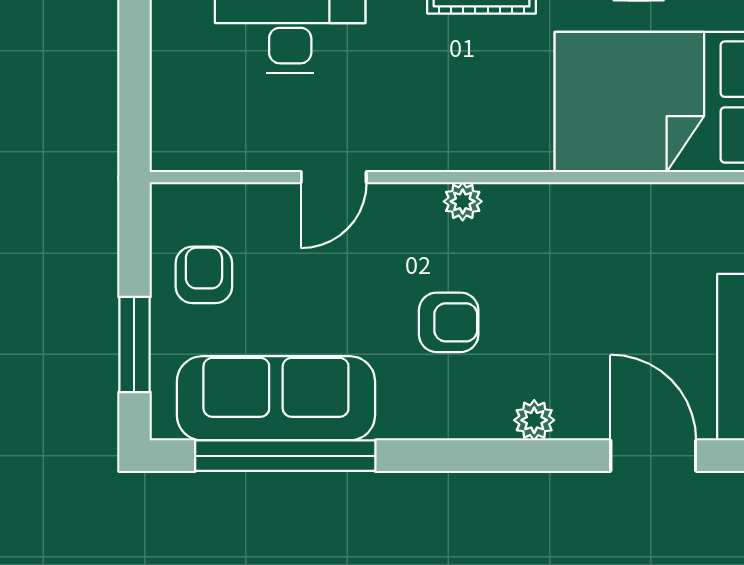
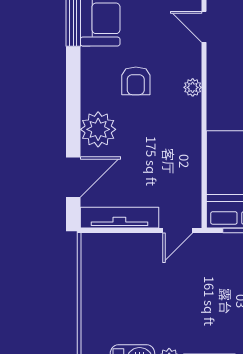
plant: (534, 420) -> (98, 129), width x1.88, depth x1.88

